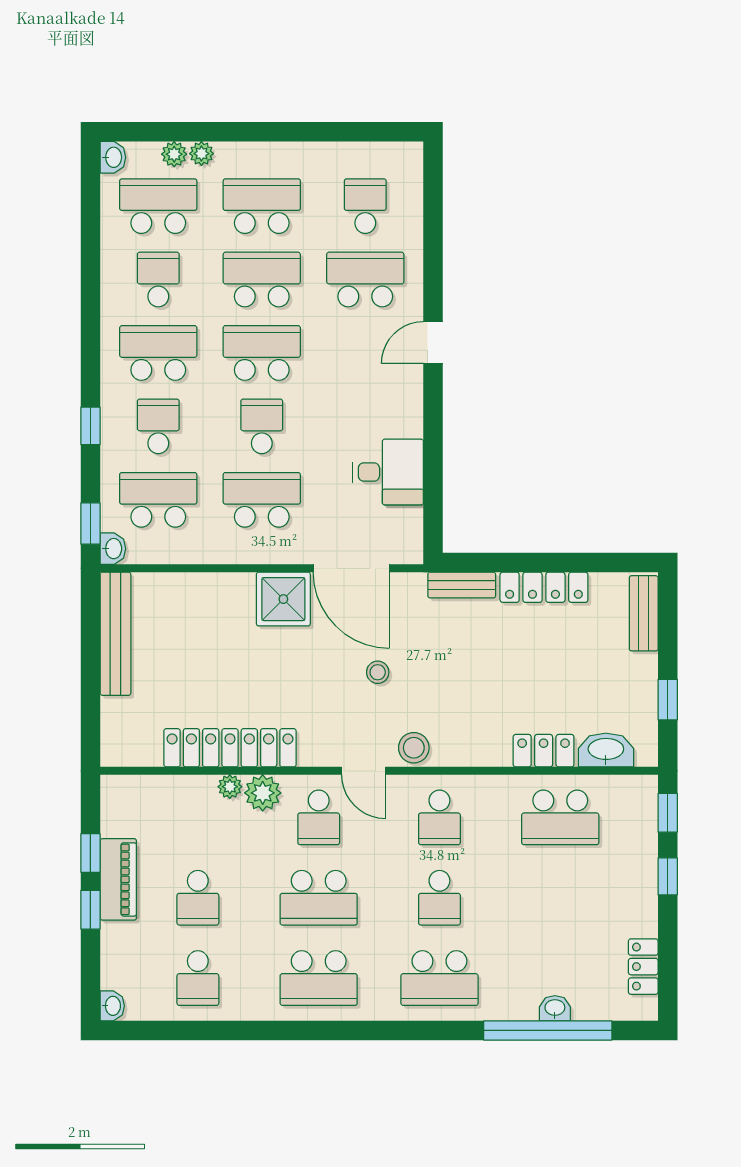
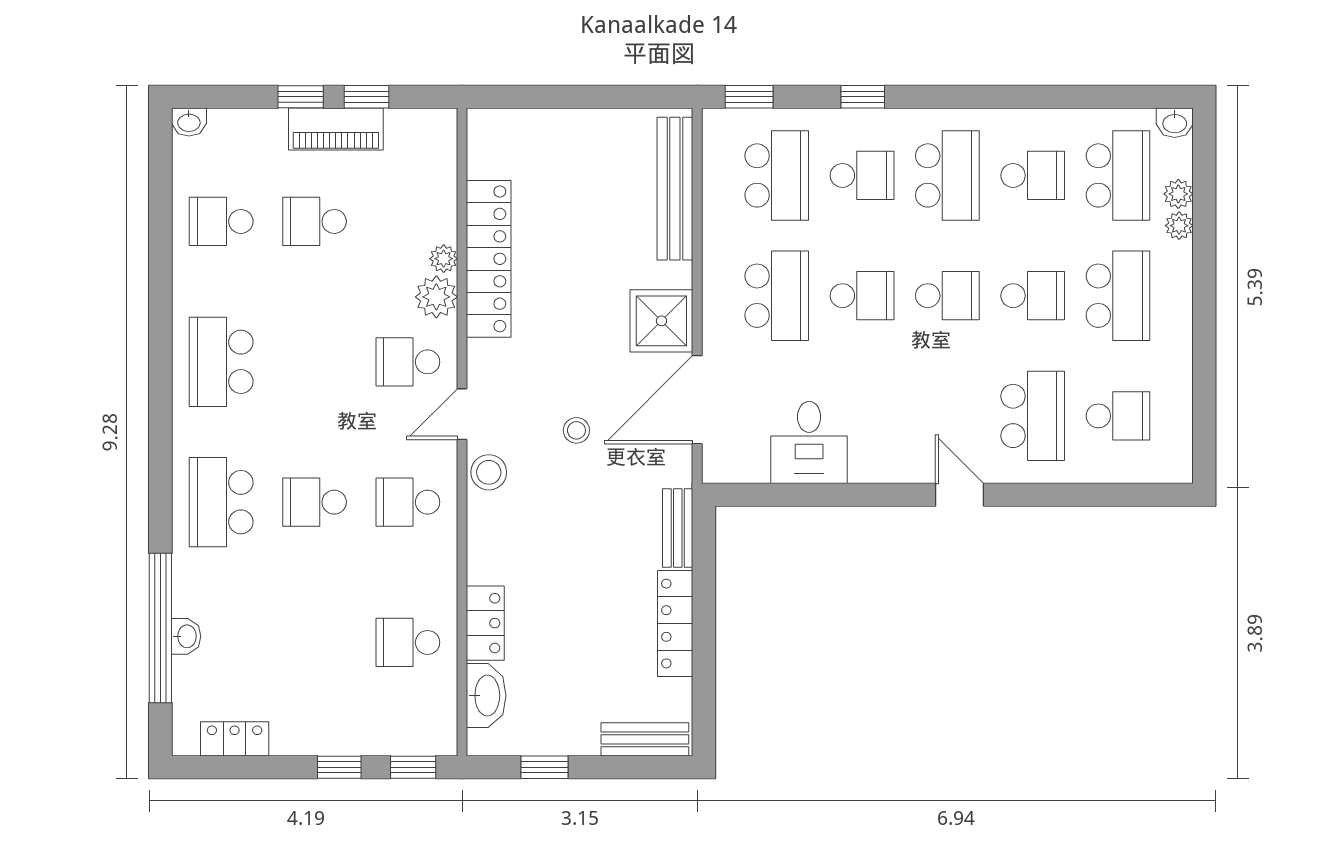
school desk: (262, 280) -> (1033, 296), width x0.54
school desk: (262, 353) -> (947, 296), width x0.54
washbasin: (113, 549) -> (720, 123), removed
bench: (115, 634) -> (675, 189), moved, turned 90
school desk: (560, 817) -> (408, 642), width x0.54
school desk: (319, 898) -> (315, 362), removed

